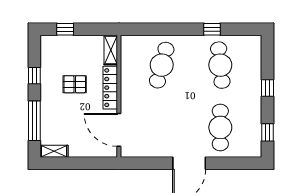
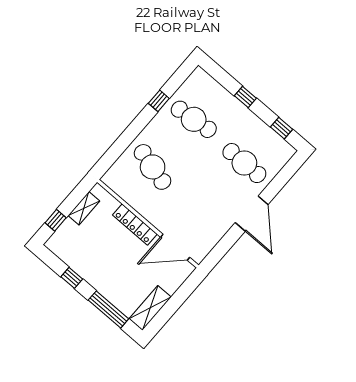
shelving: (111, 50) -> (84, 208), moved, turned 90
pallet: (75, 84) -> (107, 251), removed
shelving: (54, 151) -> (150, 308), width x1.50, depth x1.33

